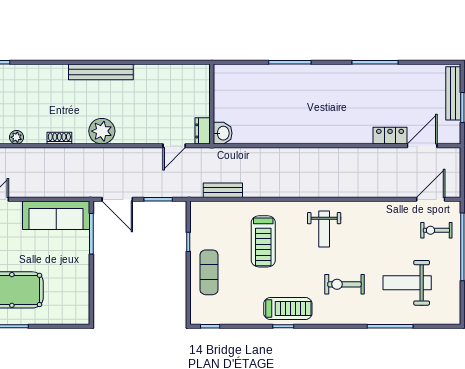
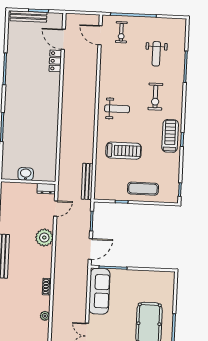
plant: (102, 131) -> (44, 238), moved
washbasin: (223, 133) -> (26, 174), moved
door: (174, 146) -> (56, 209), hinge flipped
bench: (223, 190) -> (87, 181), width x1.36
weight bench: (407, 283) -> (156, 54), width x0.73, depth x0.75

